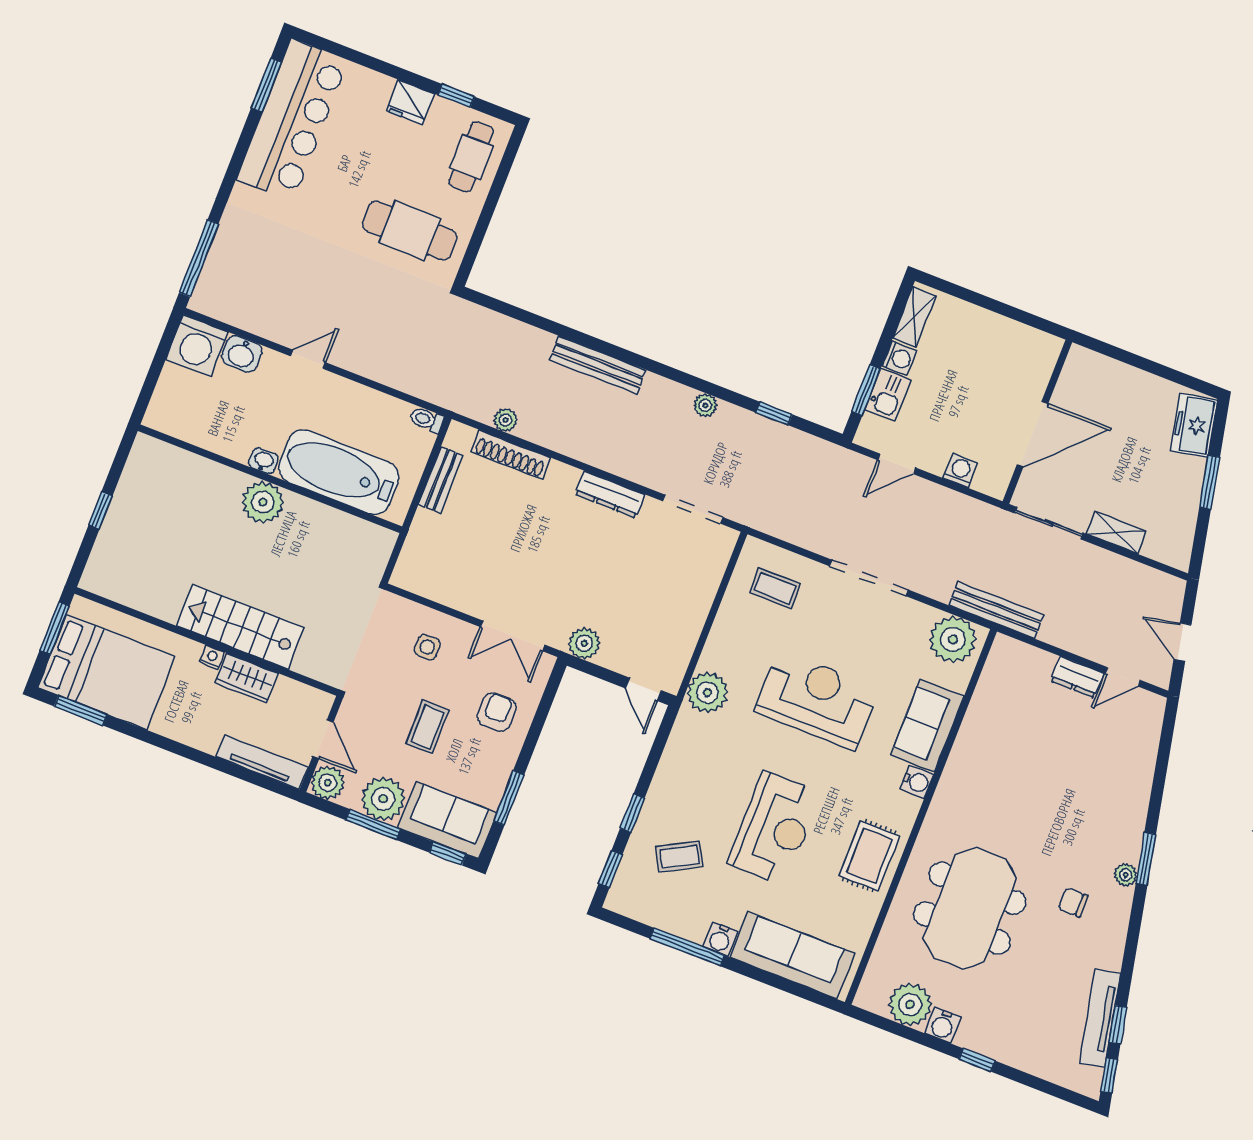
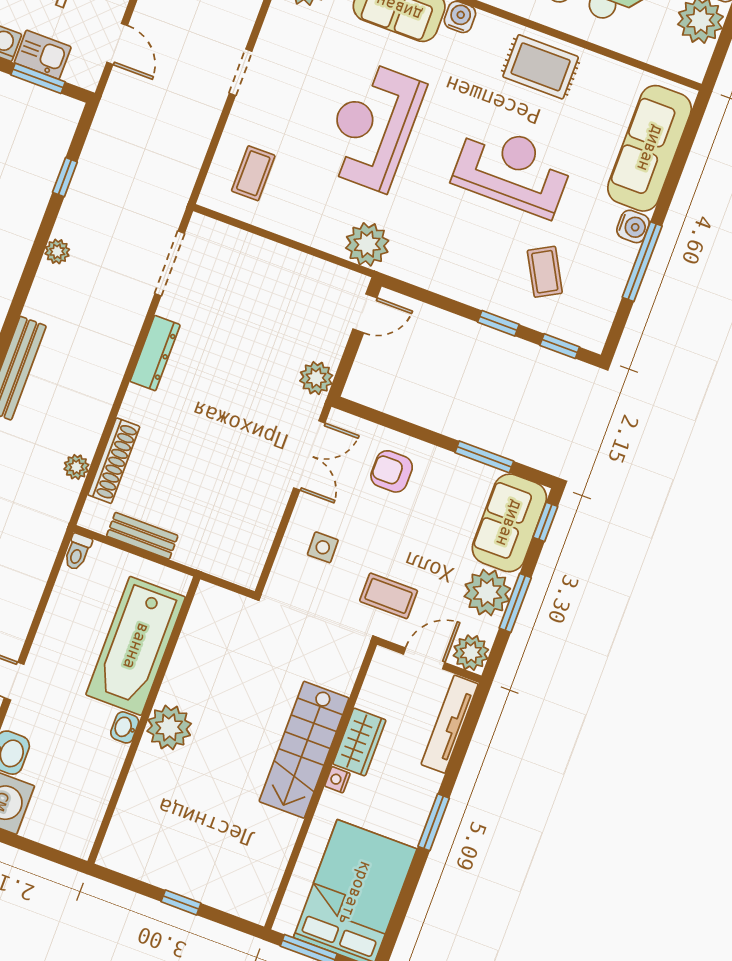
doorway: (869, 578) -> (241, 72), width x0.53
window: (80, 710) -> (434, 822), moved
coffee table: (428, 727) -> (389, 596), moved

